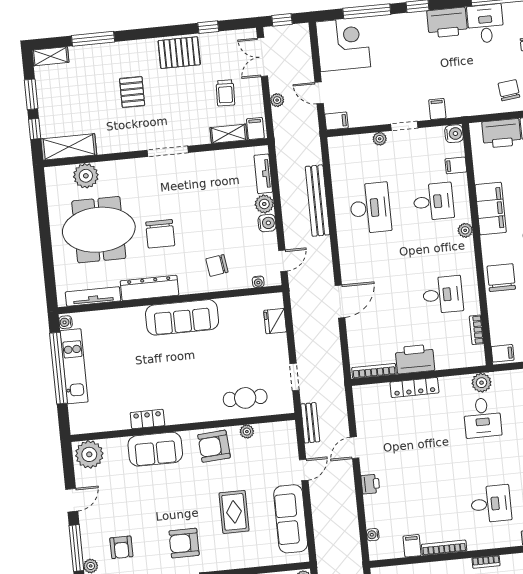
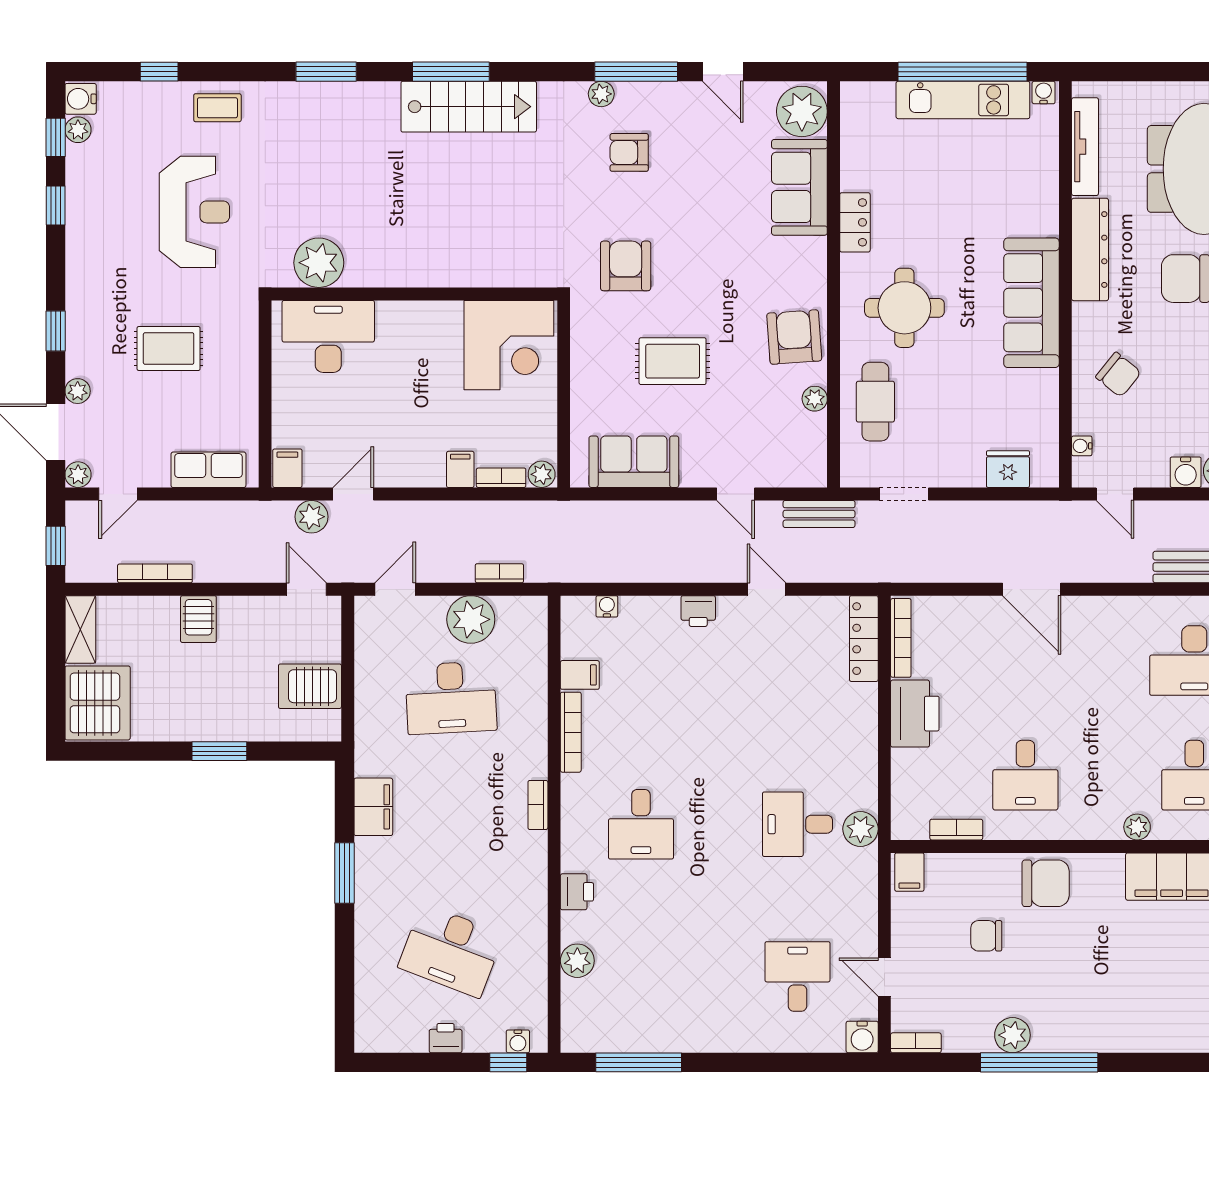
chair: (217, 265) -> (1118, 375), turned 137
round table: (192, 387) -> (904, 308), added
locker: (414, 387) -> (864, 639), moved
sofa: (155, 449) -> (799, 187), moved
sofa: (291, 519) -> (634, 462), width x0.73

